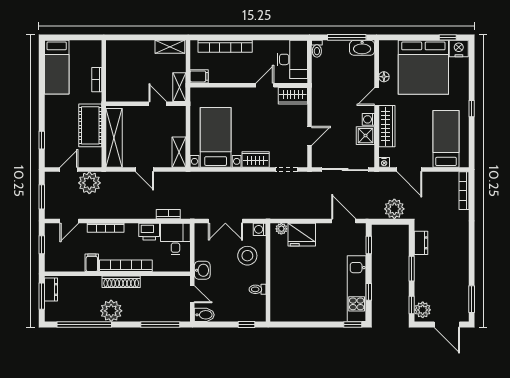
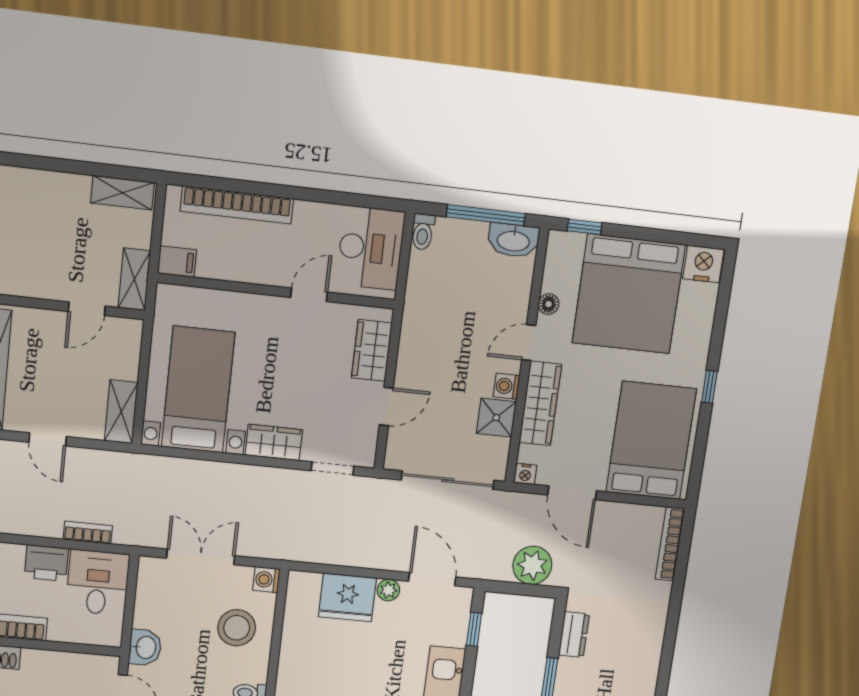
window: (448, 37) -> (585, 227), moved
wardrobe: (293, 96) -> (372, 350), moved, turned 90
door: (158, 104) -> (87, 309), swing flipped
bed: (446, 139) -> (651, 441), width x1.50
double door: (225, 221) -> (201, 557), swing flipped
plant: (281, 229) -> (388, 590), moved

